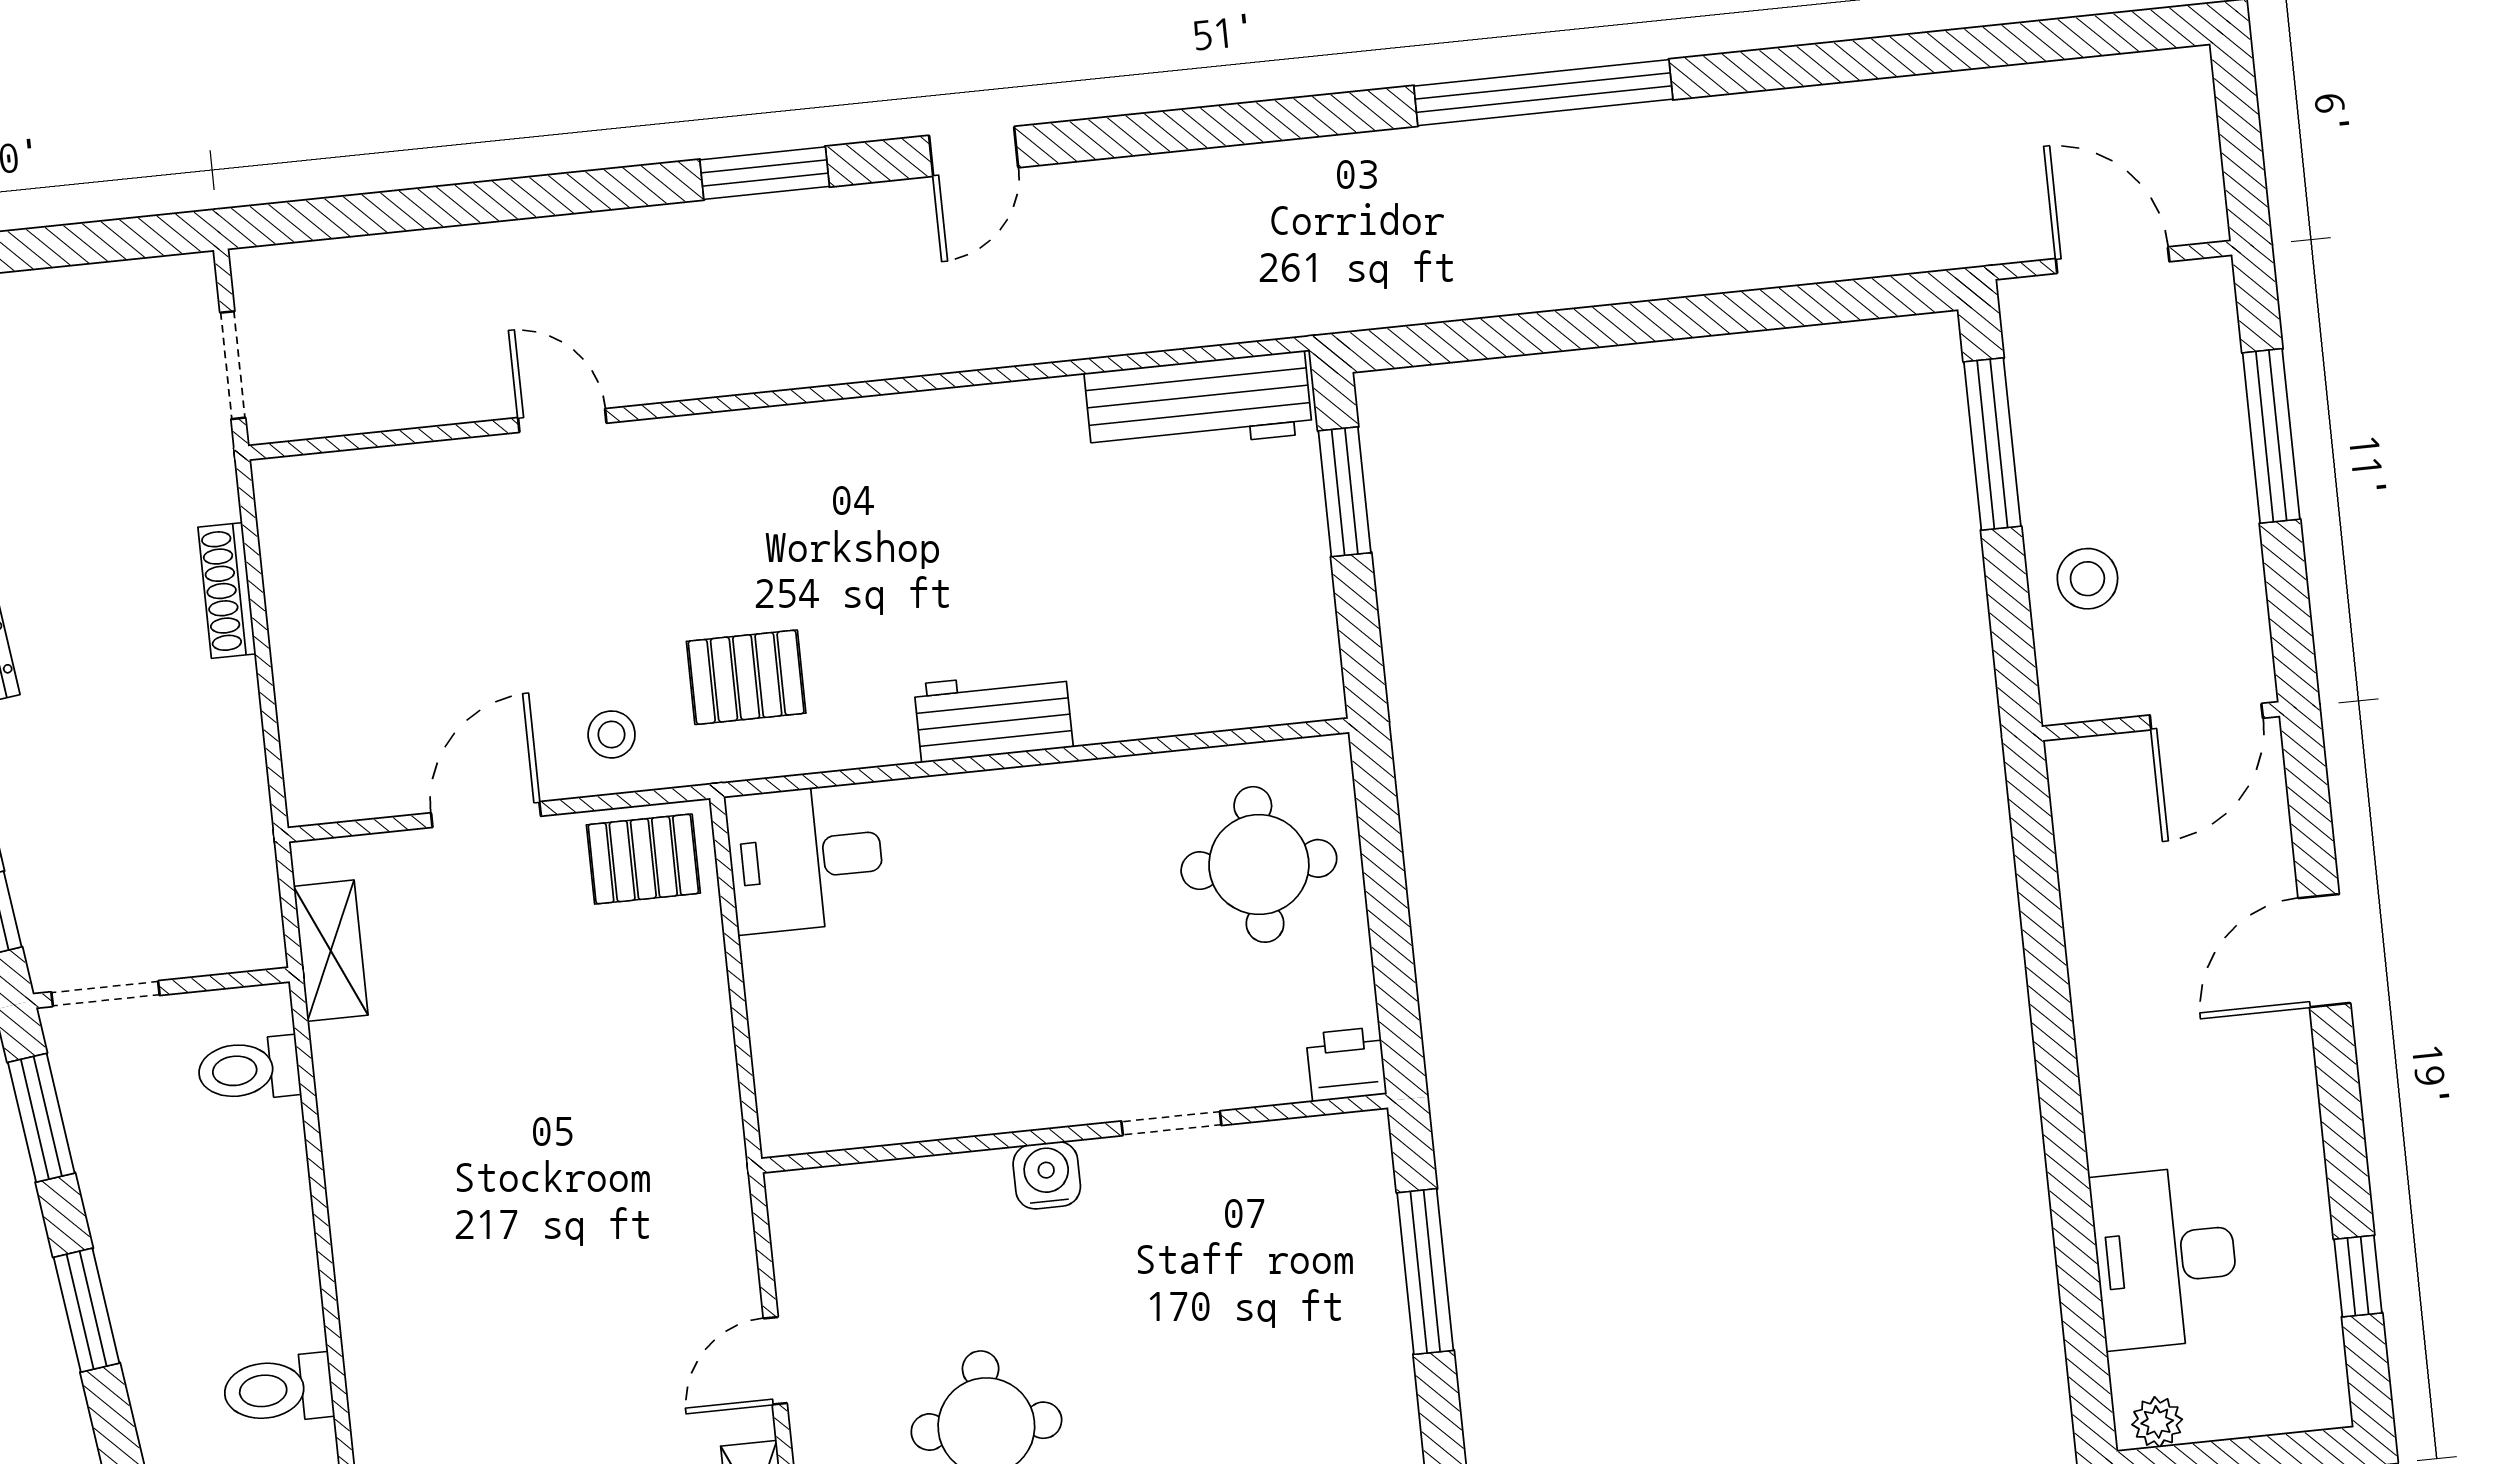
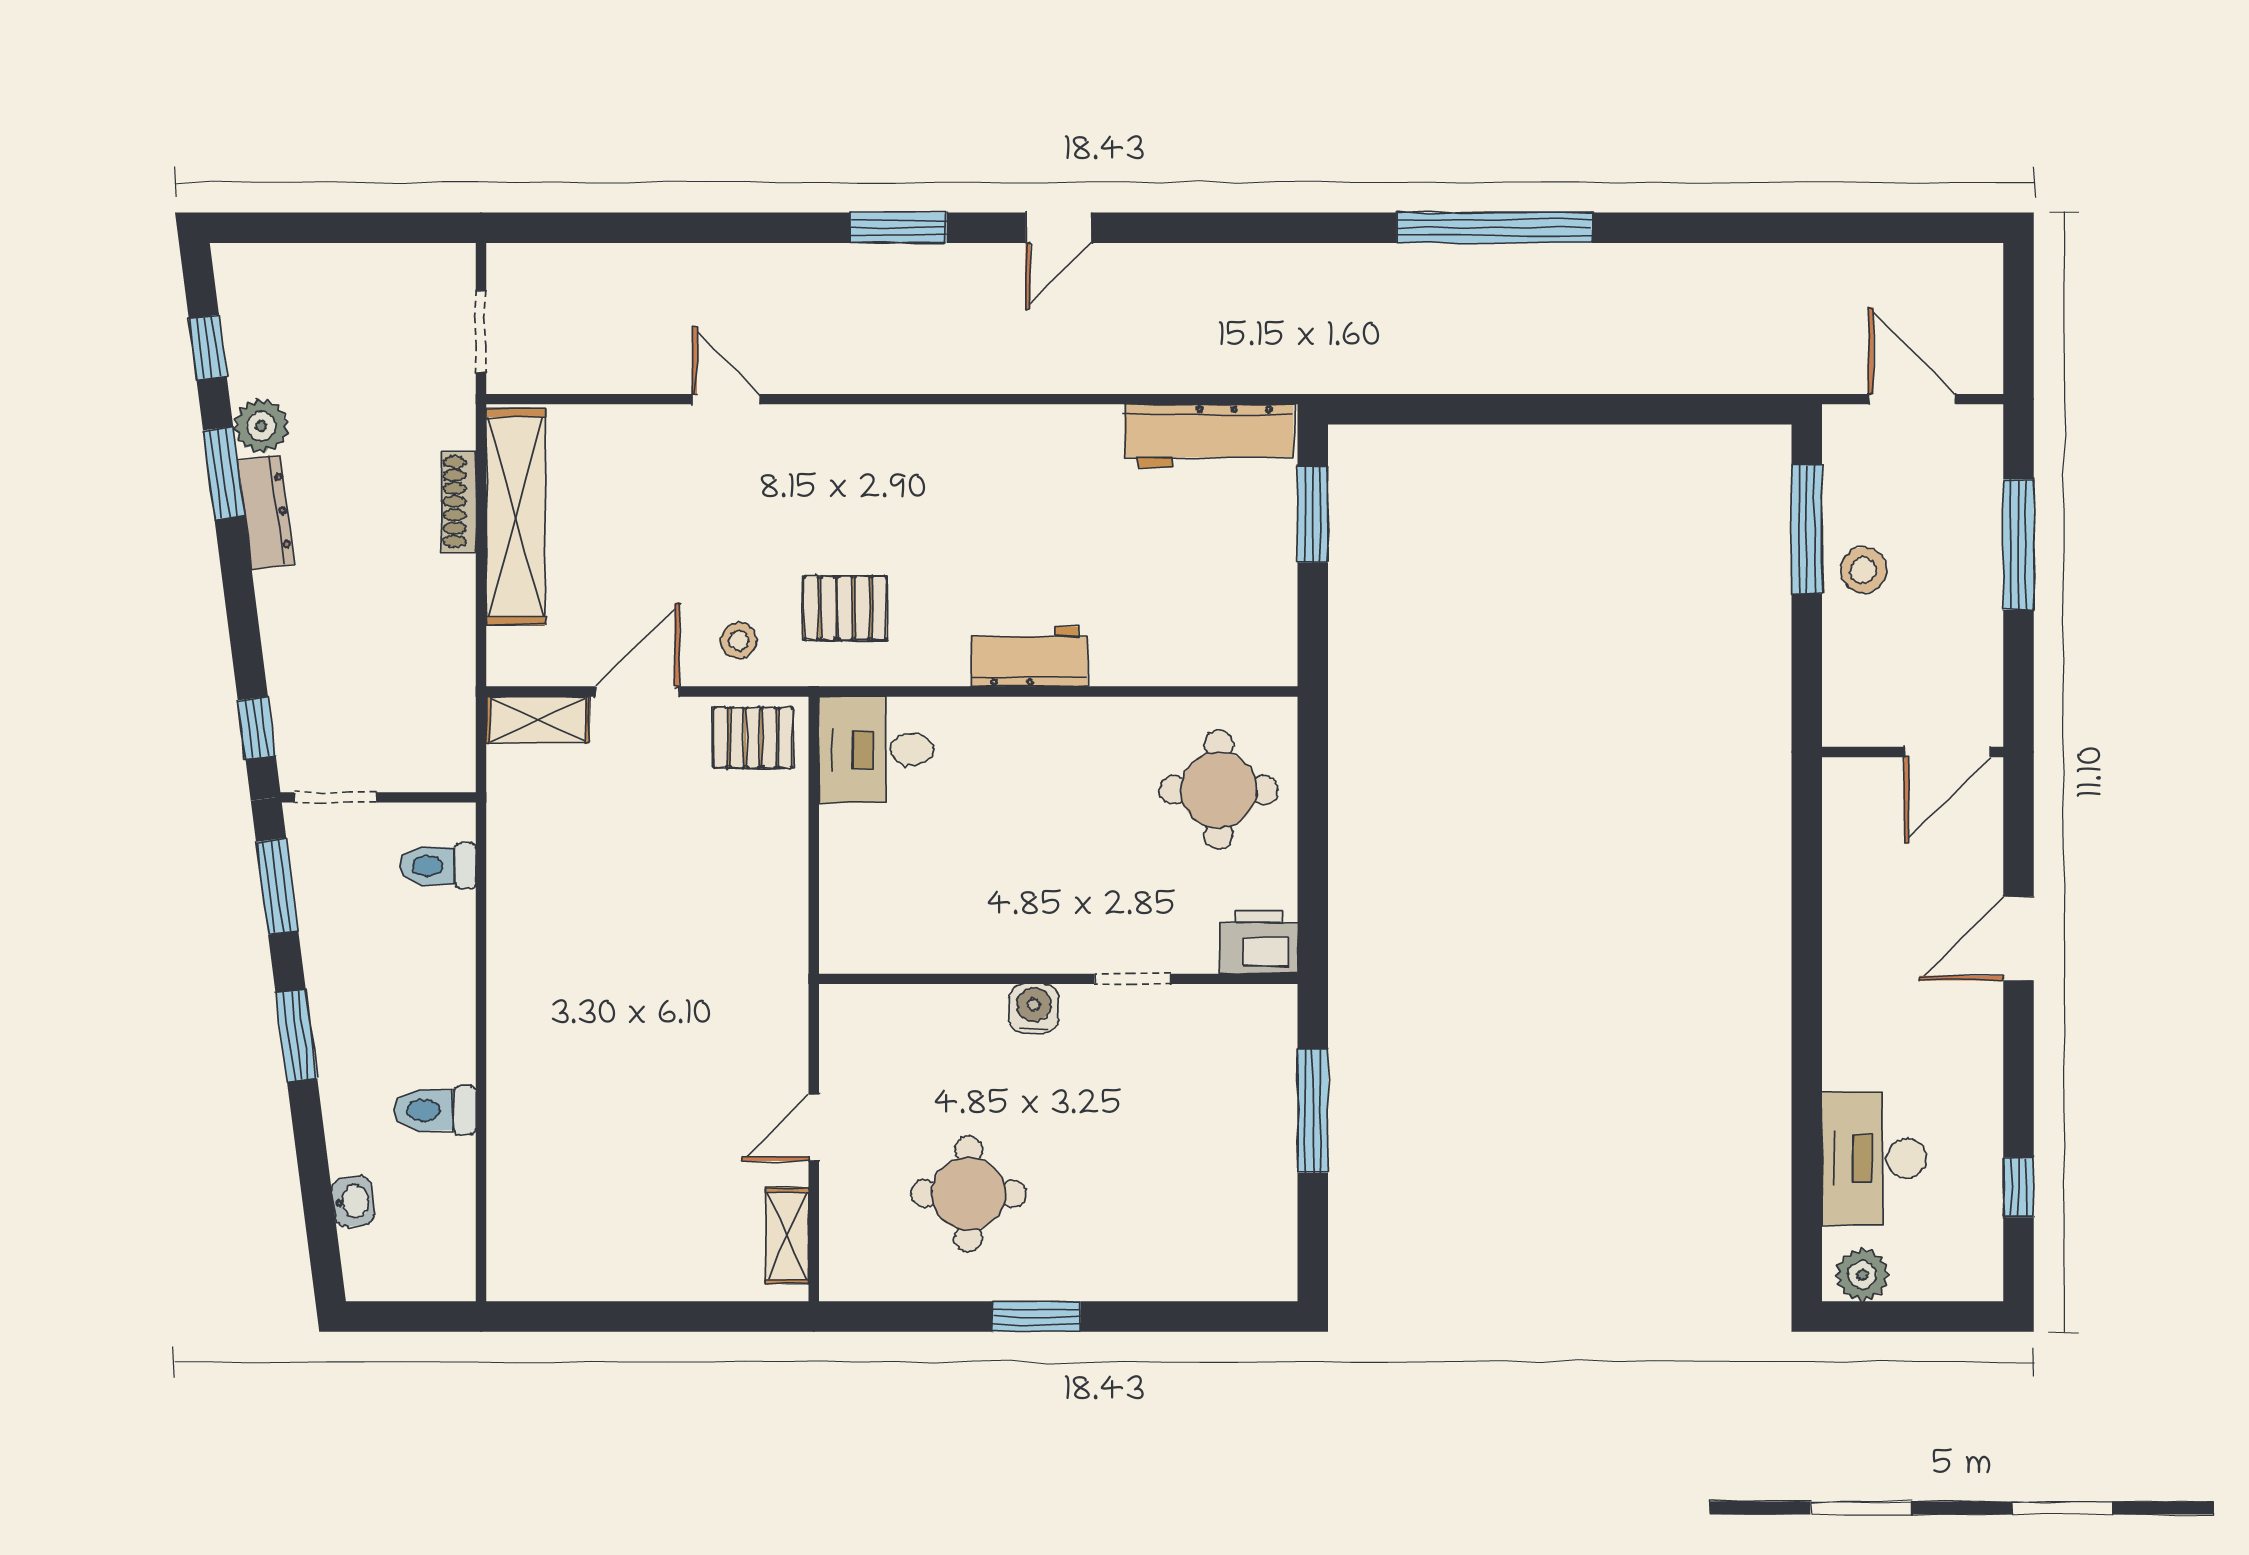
stool: (2087, 579) -> (1863, 570), moved
shelving: (303, 602) -> (516, 517), added
shelving: (331, 951) -> (538, 720), moved, turned 90
printer: (1346, 1064) -> (1259, 942), width x1.36, depth x1.24
plant: (2157, 1422) -> (1862, 1275), width x1.38, depth x1.38

